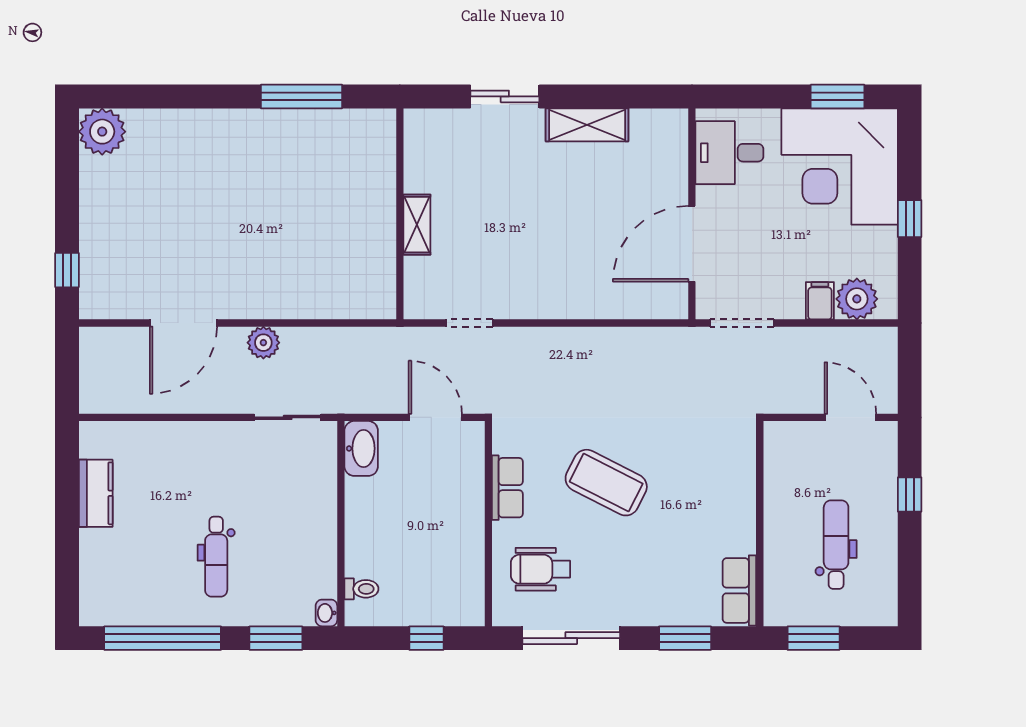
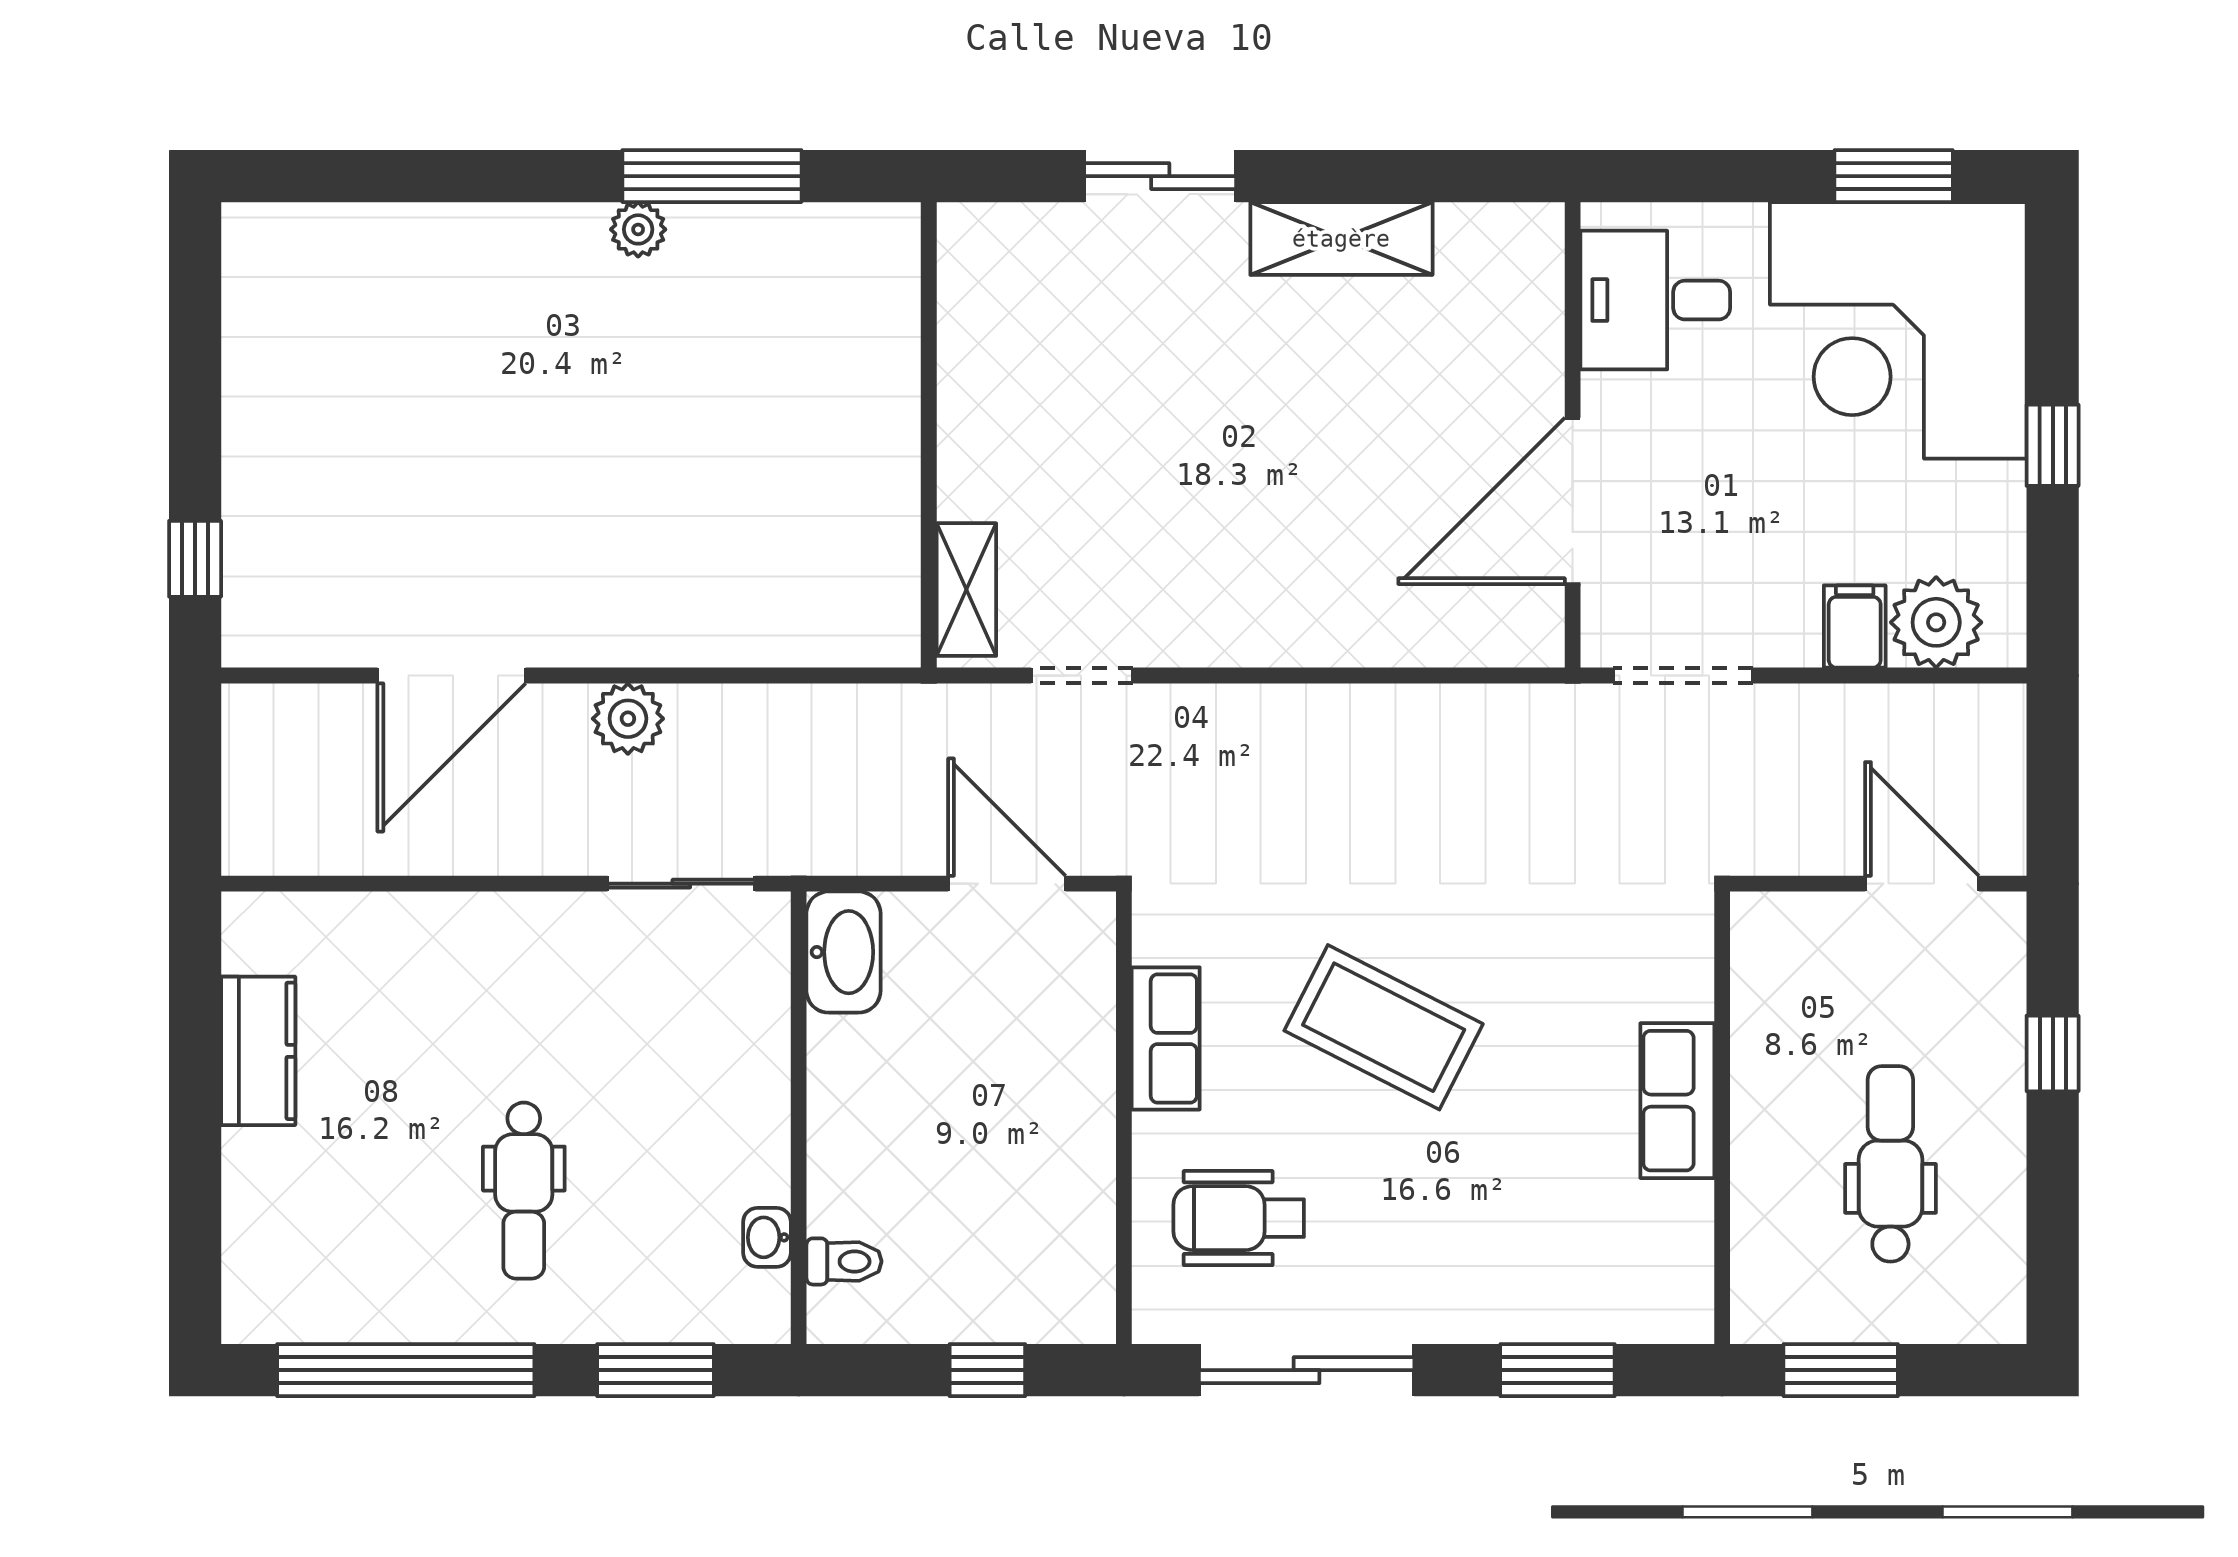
plant: (102, 132) -> (638, 229), moved, width x0.53, depth x0.53
shelving: (417, 225) -> (966, 590), moved
row of seats: (739, 590) -> (1677, 1101), moved
washbasin: (326, 613) -> (767, 1237), moved

